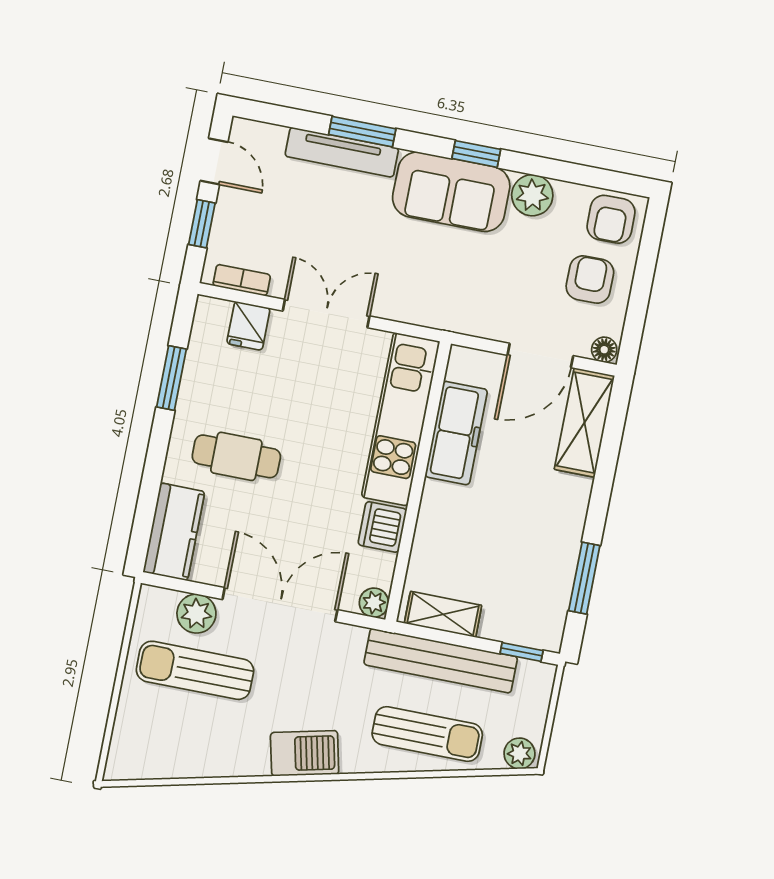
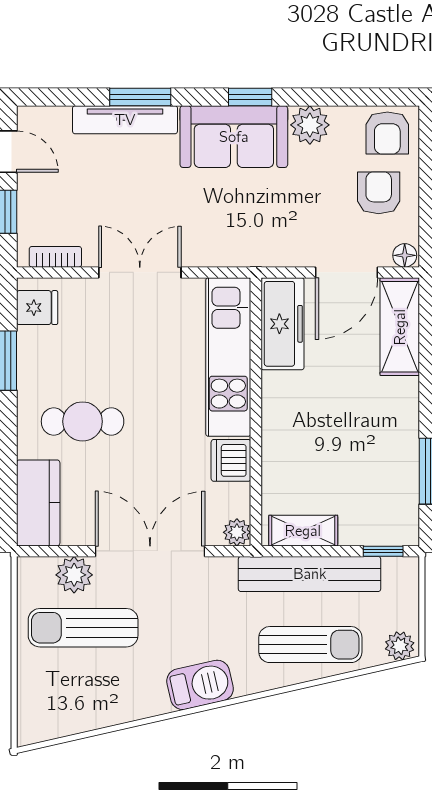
fridge: (248, 326) -> (37, 308), moved, turned -90
freezer: (456, 433) -> (282, 324), moved

